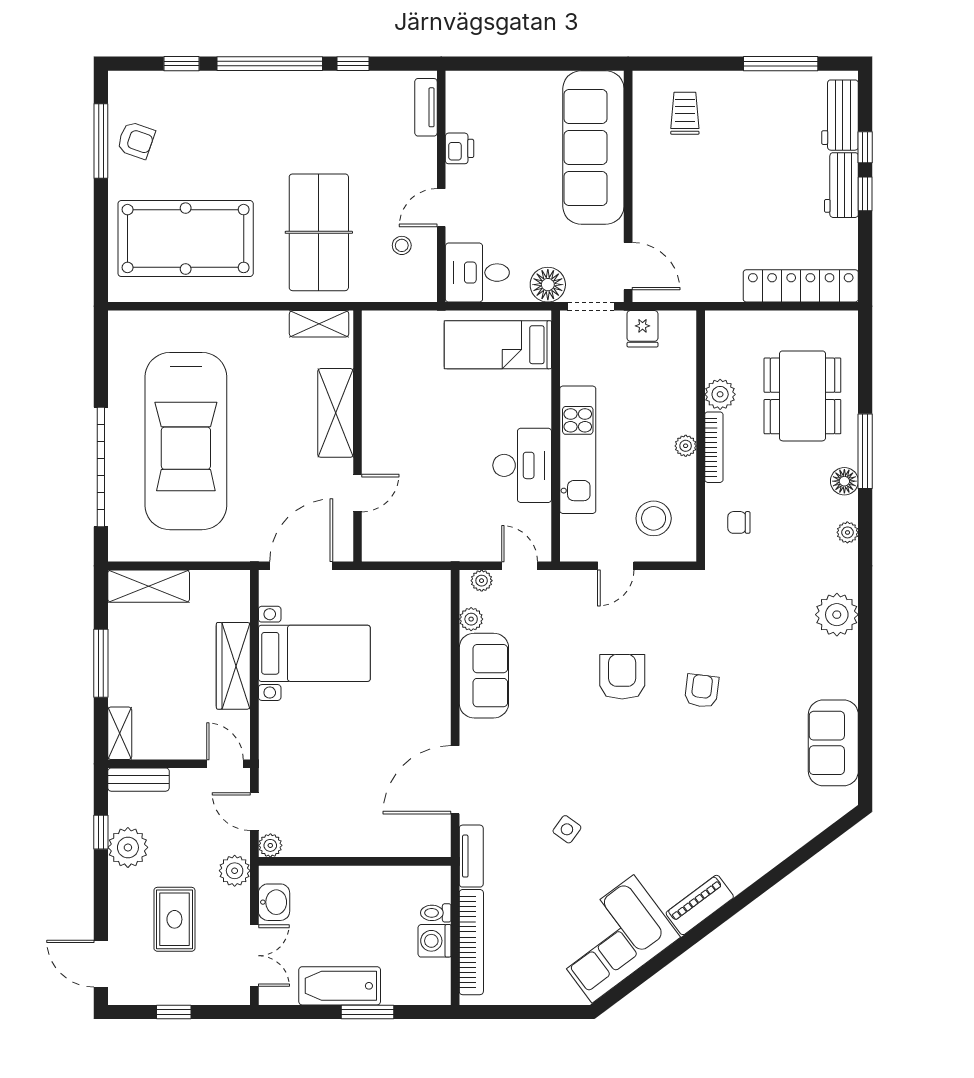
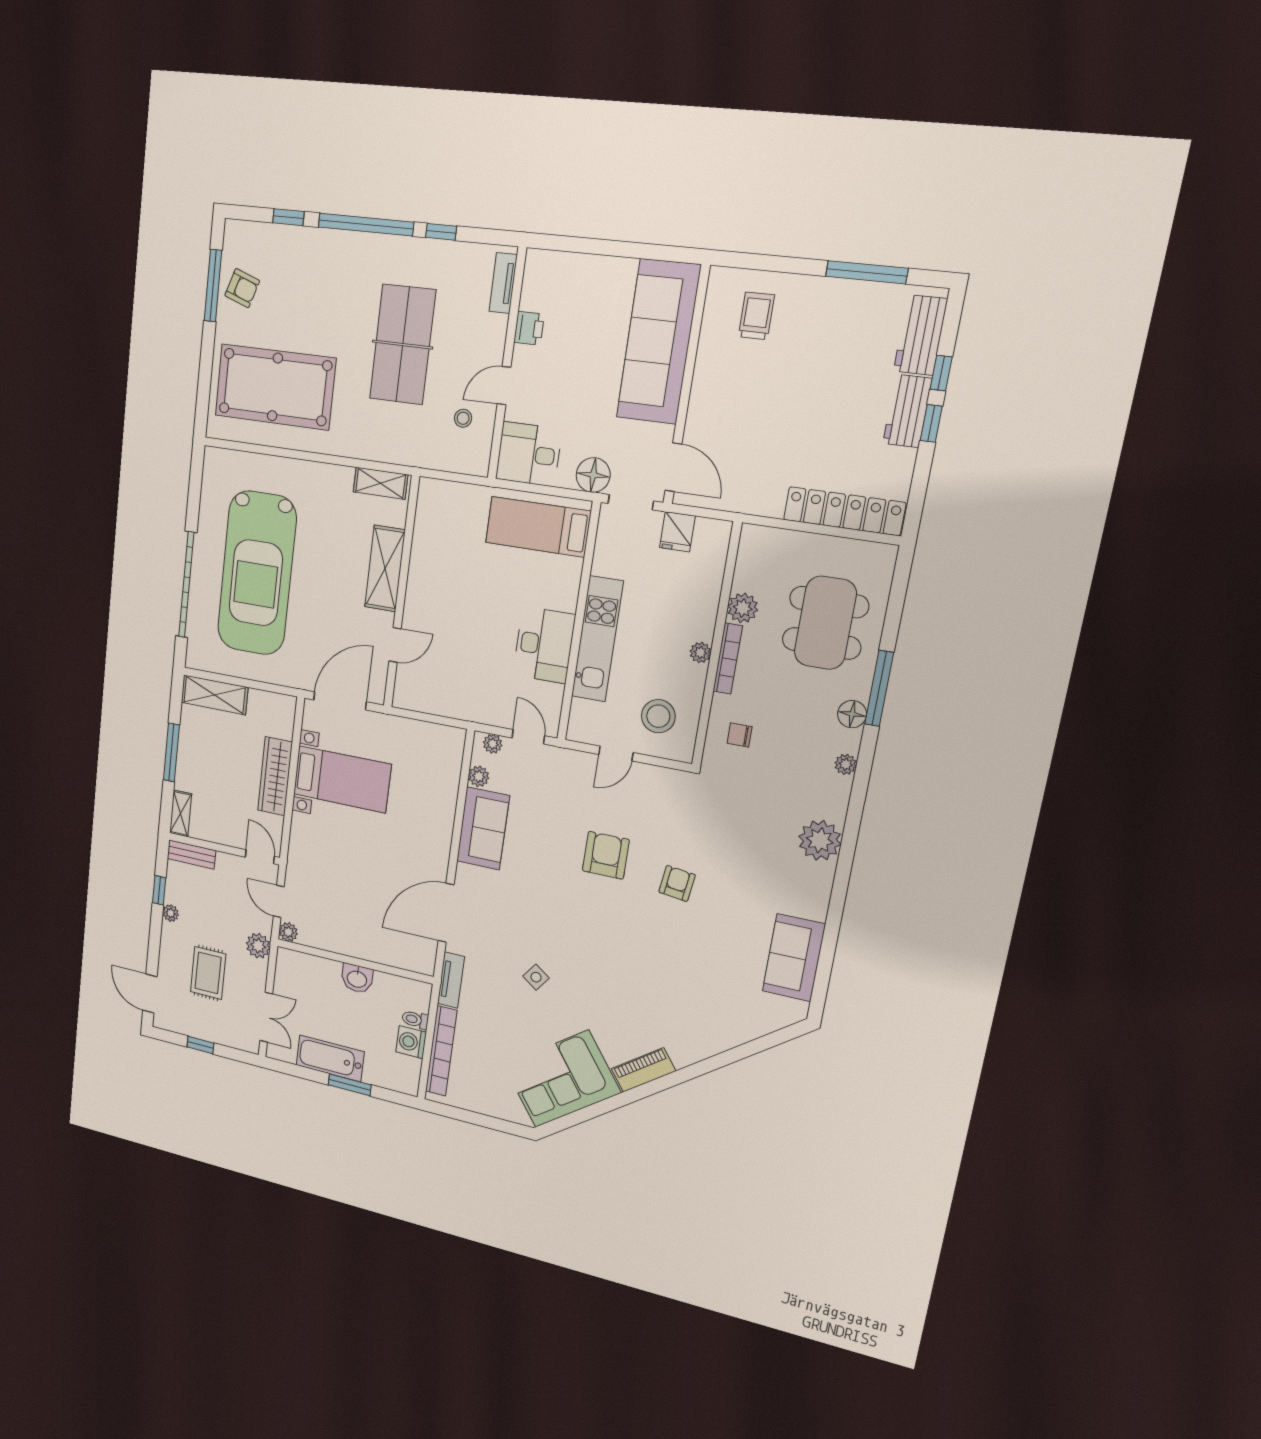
table tennis table: (319, 232) -> (402, 345), moved
plant: (128, 847) -> (171, 913), width x0.53, depth x0.53
washbasin: (274, 902) -> (357, 978), moved, turned 90

